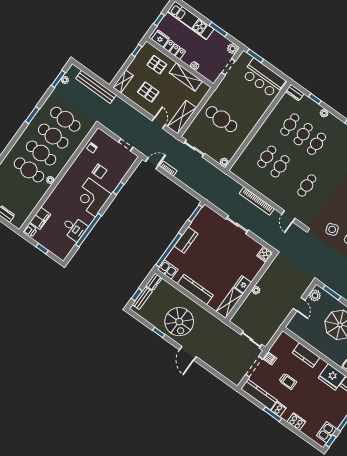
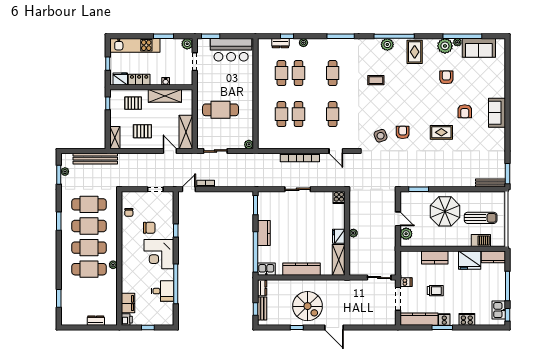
dresser: (295, 93) -> (280, 43), moved
cafe table: (316, 144) -> (333, 73), moved
plant: (315, 295) -> (406, 234), moved

